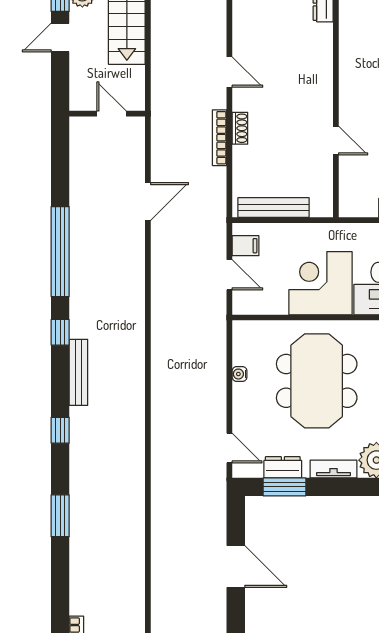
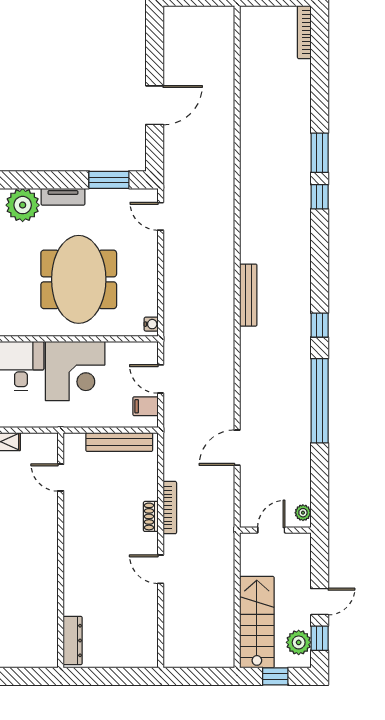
door: (111, 114) -> (271, 530), swing flipped
plant: (78, 132) -> (303, 513), added
door: (336, 140) -> (61, 478), moved
bench: (78, 372) -> (248, 295), moved
water cooler: (240, 374) -> (151, 324), moved
window: (60, 430) -> (320, 197), moved
dresser: (283, 467) -> (110, 198), removed
door: (236, 566) -> (155, 105), swing flipped

